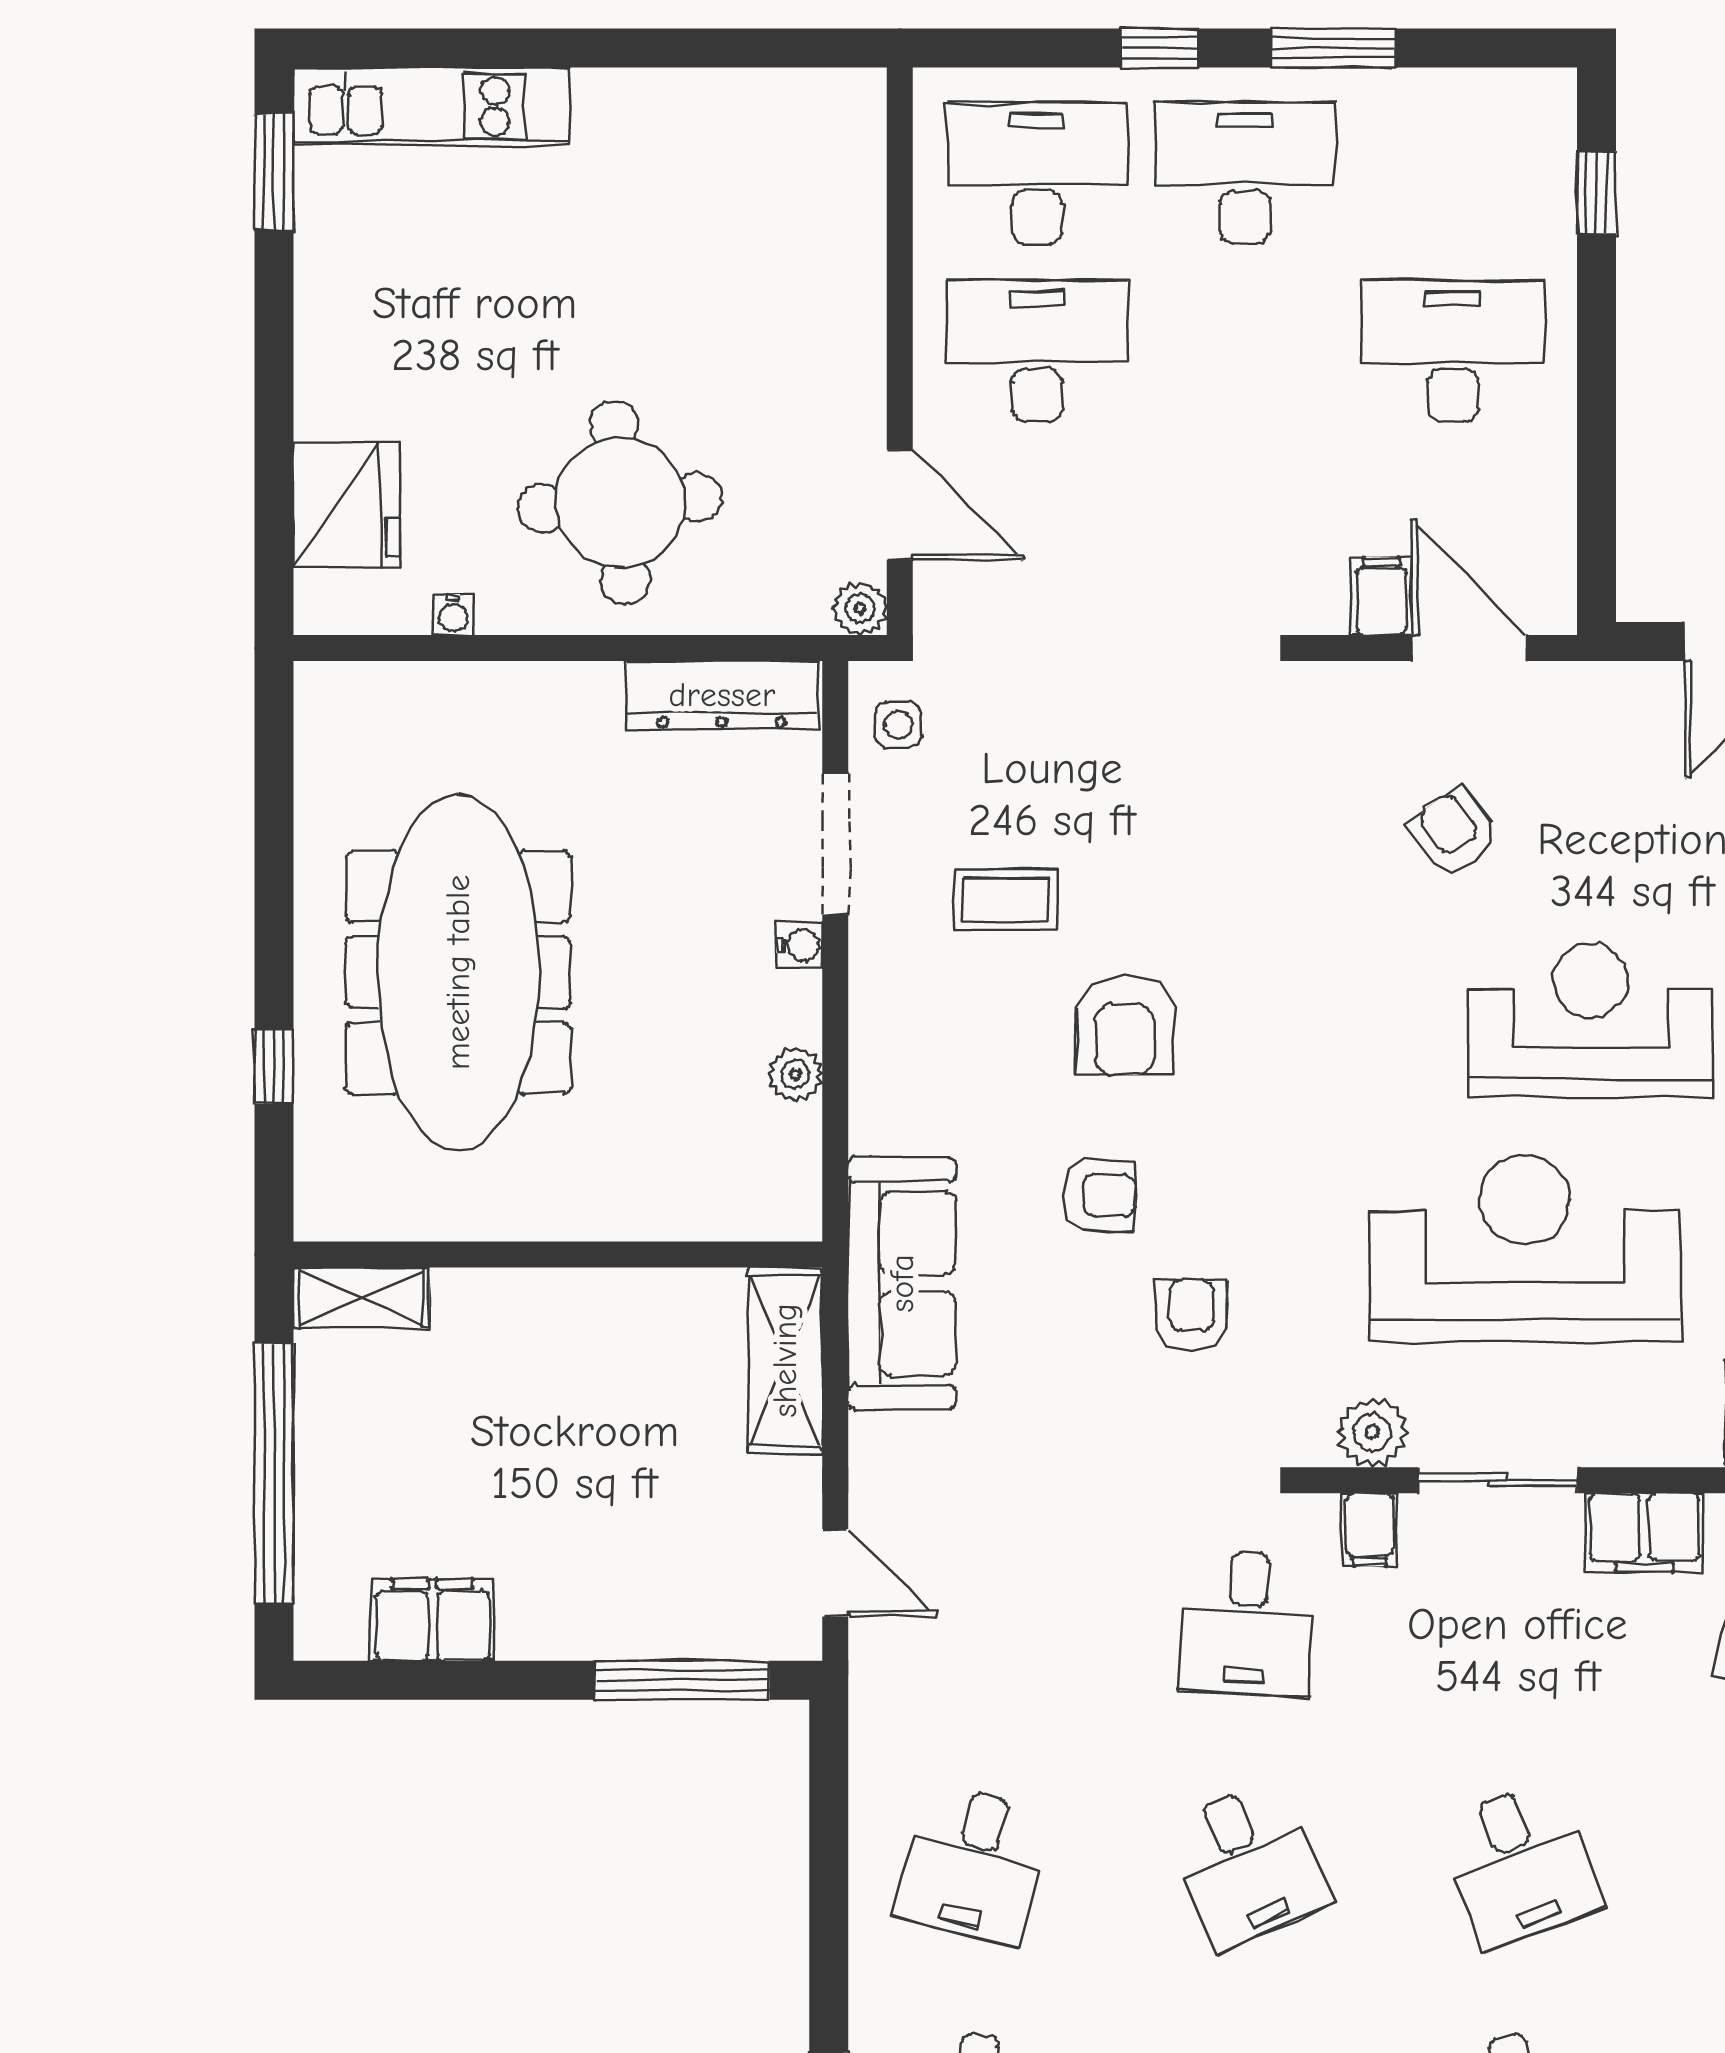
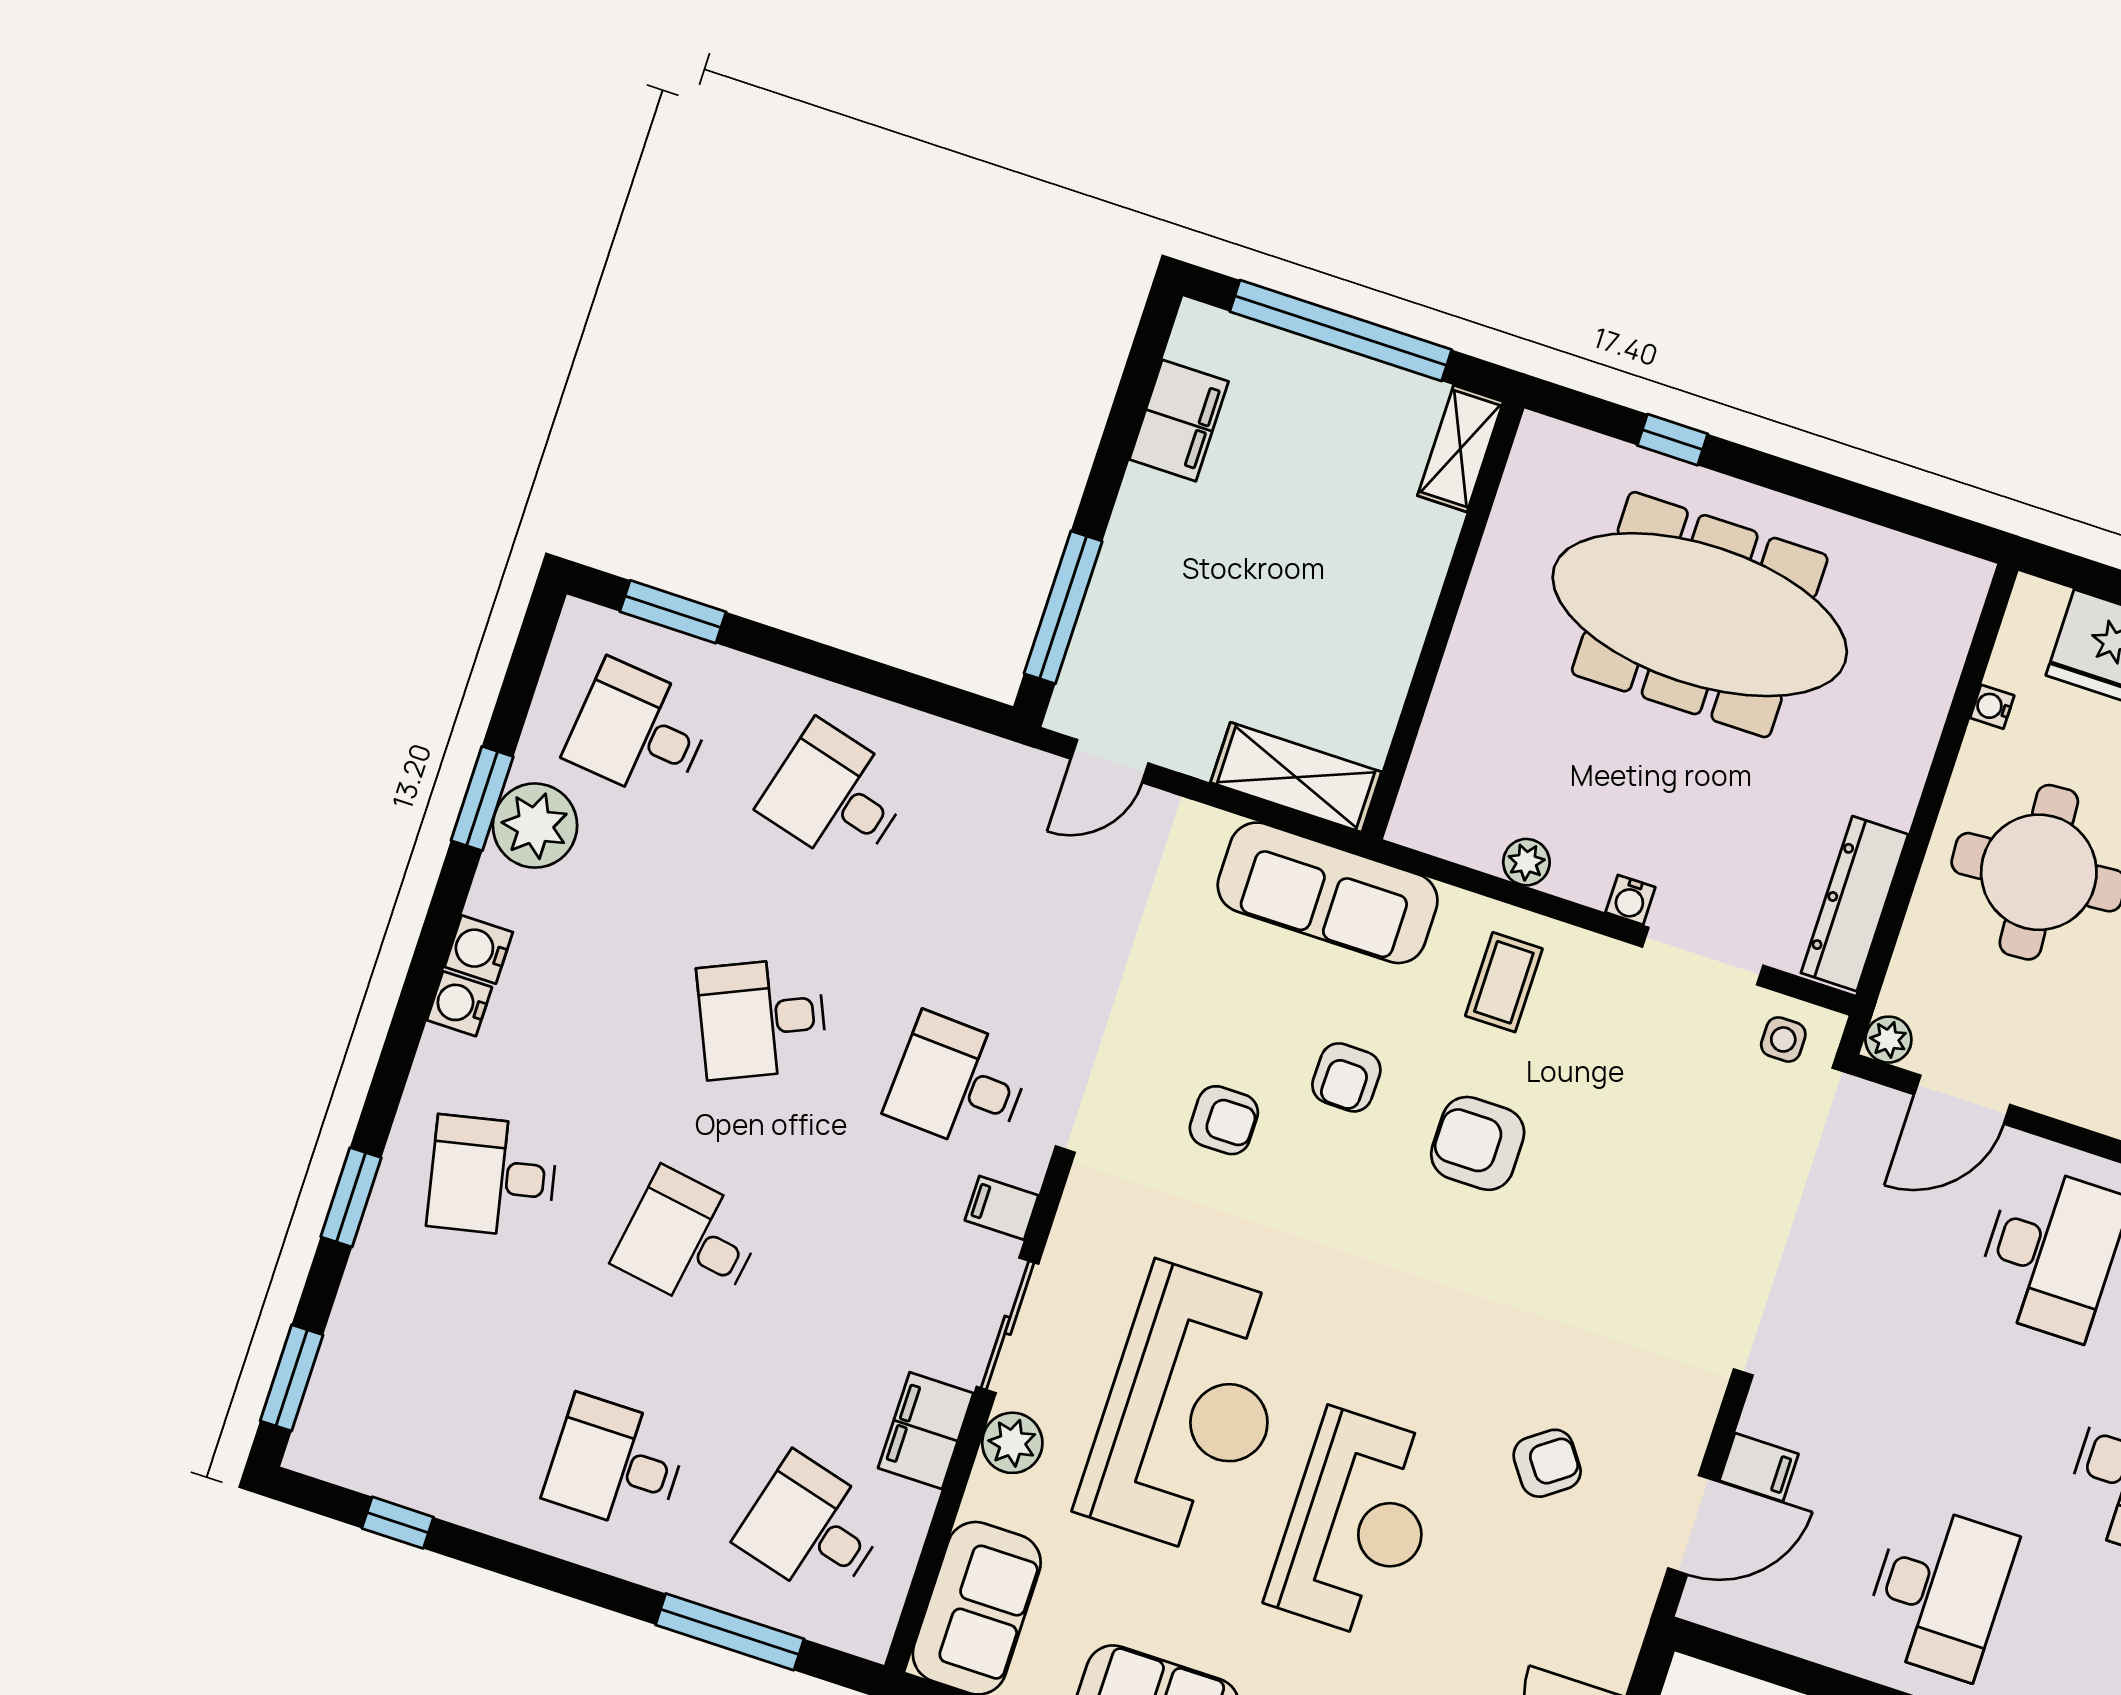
coffee table: (1006, 900) -> (1504, 982), moved
plant: (1372, 1432) -> (1012, 1443), moved
desk: (1520, 1864) -> (689, 1241), turned 30

